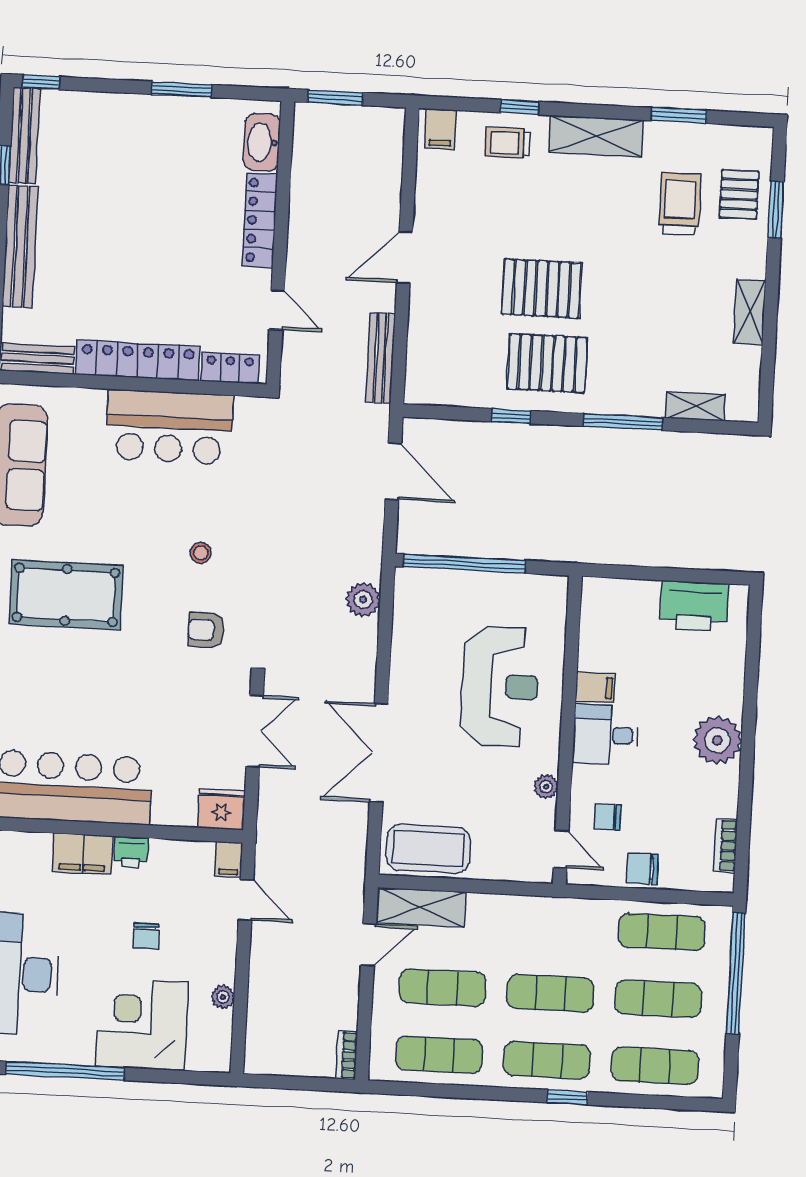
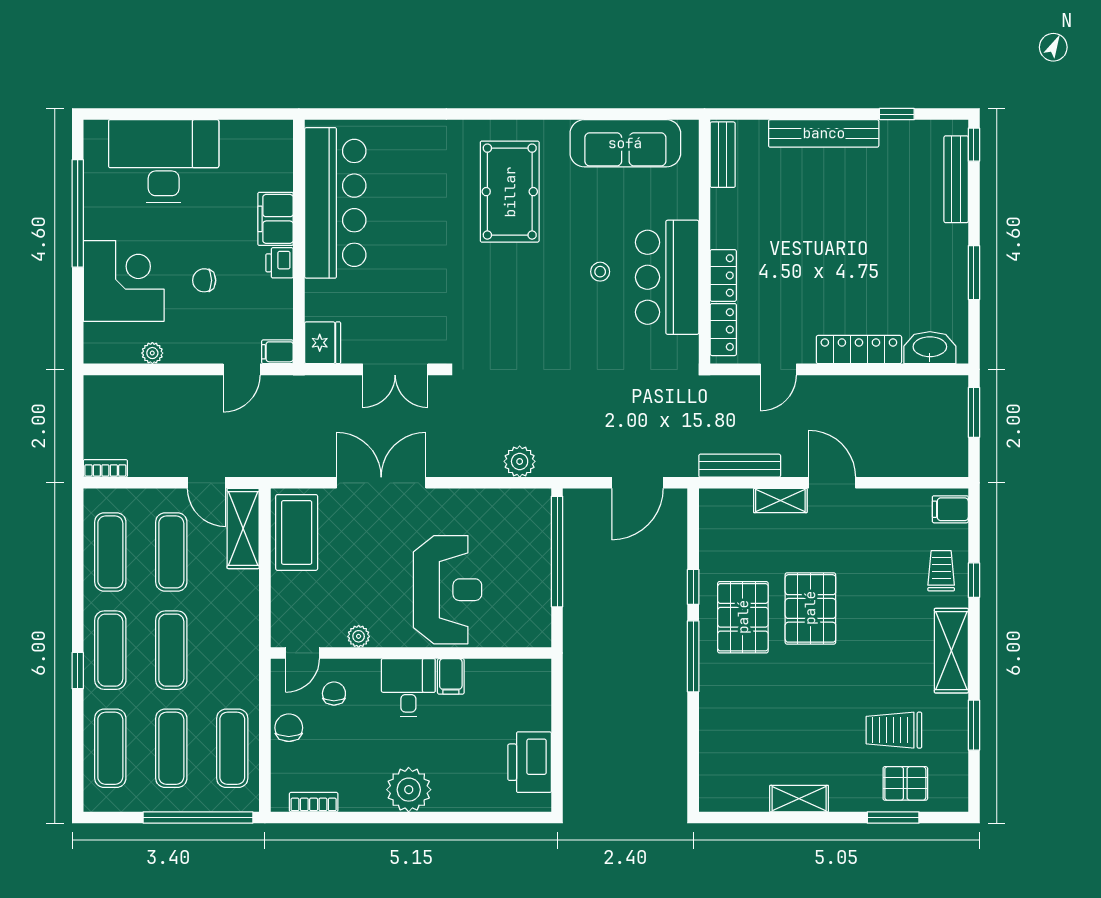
bench: (24, 136) -> (956, 179), moved, turned 90
trolley: (680, 204) -> (894, 730), turned 180
locker: (138, 360) -> (723, 275), width x0.46, depth x0.83
shelving: (695, 406) -> (780, 501), moved, turned 90
window: (623, 422) -> (693, 656), moved
stool: (201, 553) -> (600, 272), moved
armchair: (206, 630) -> (484, 320), removed
reception desk: (500, 686) -> (448, 590), turned -90

